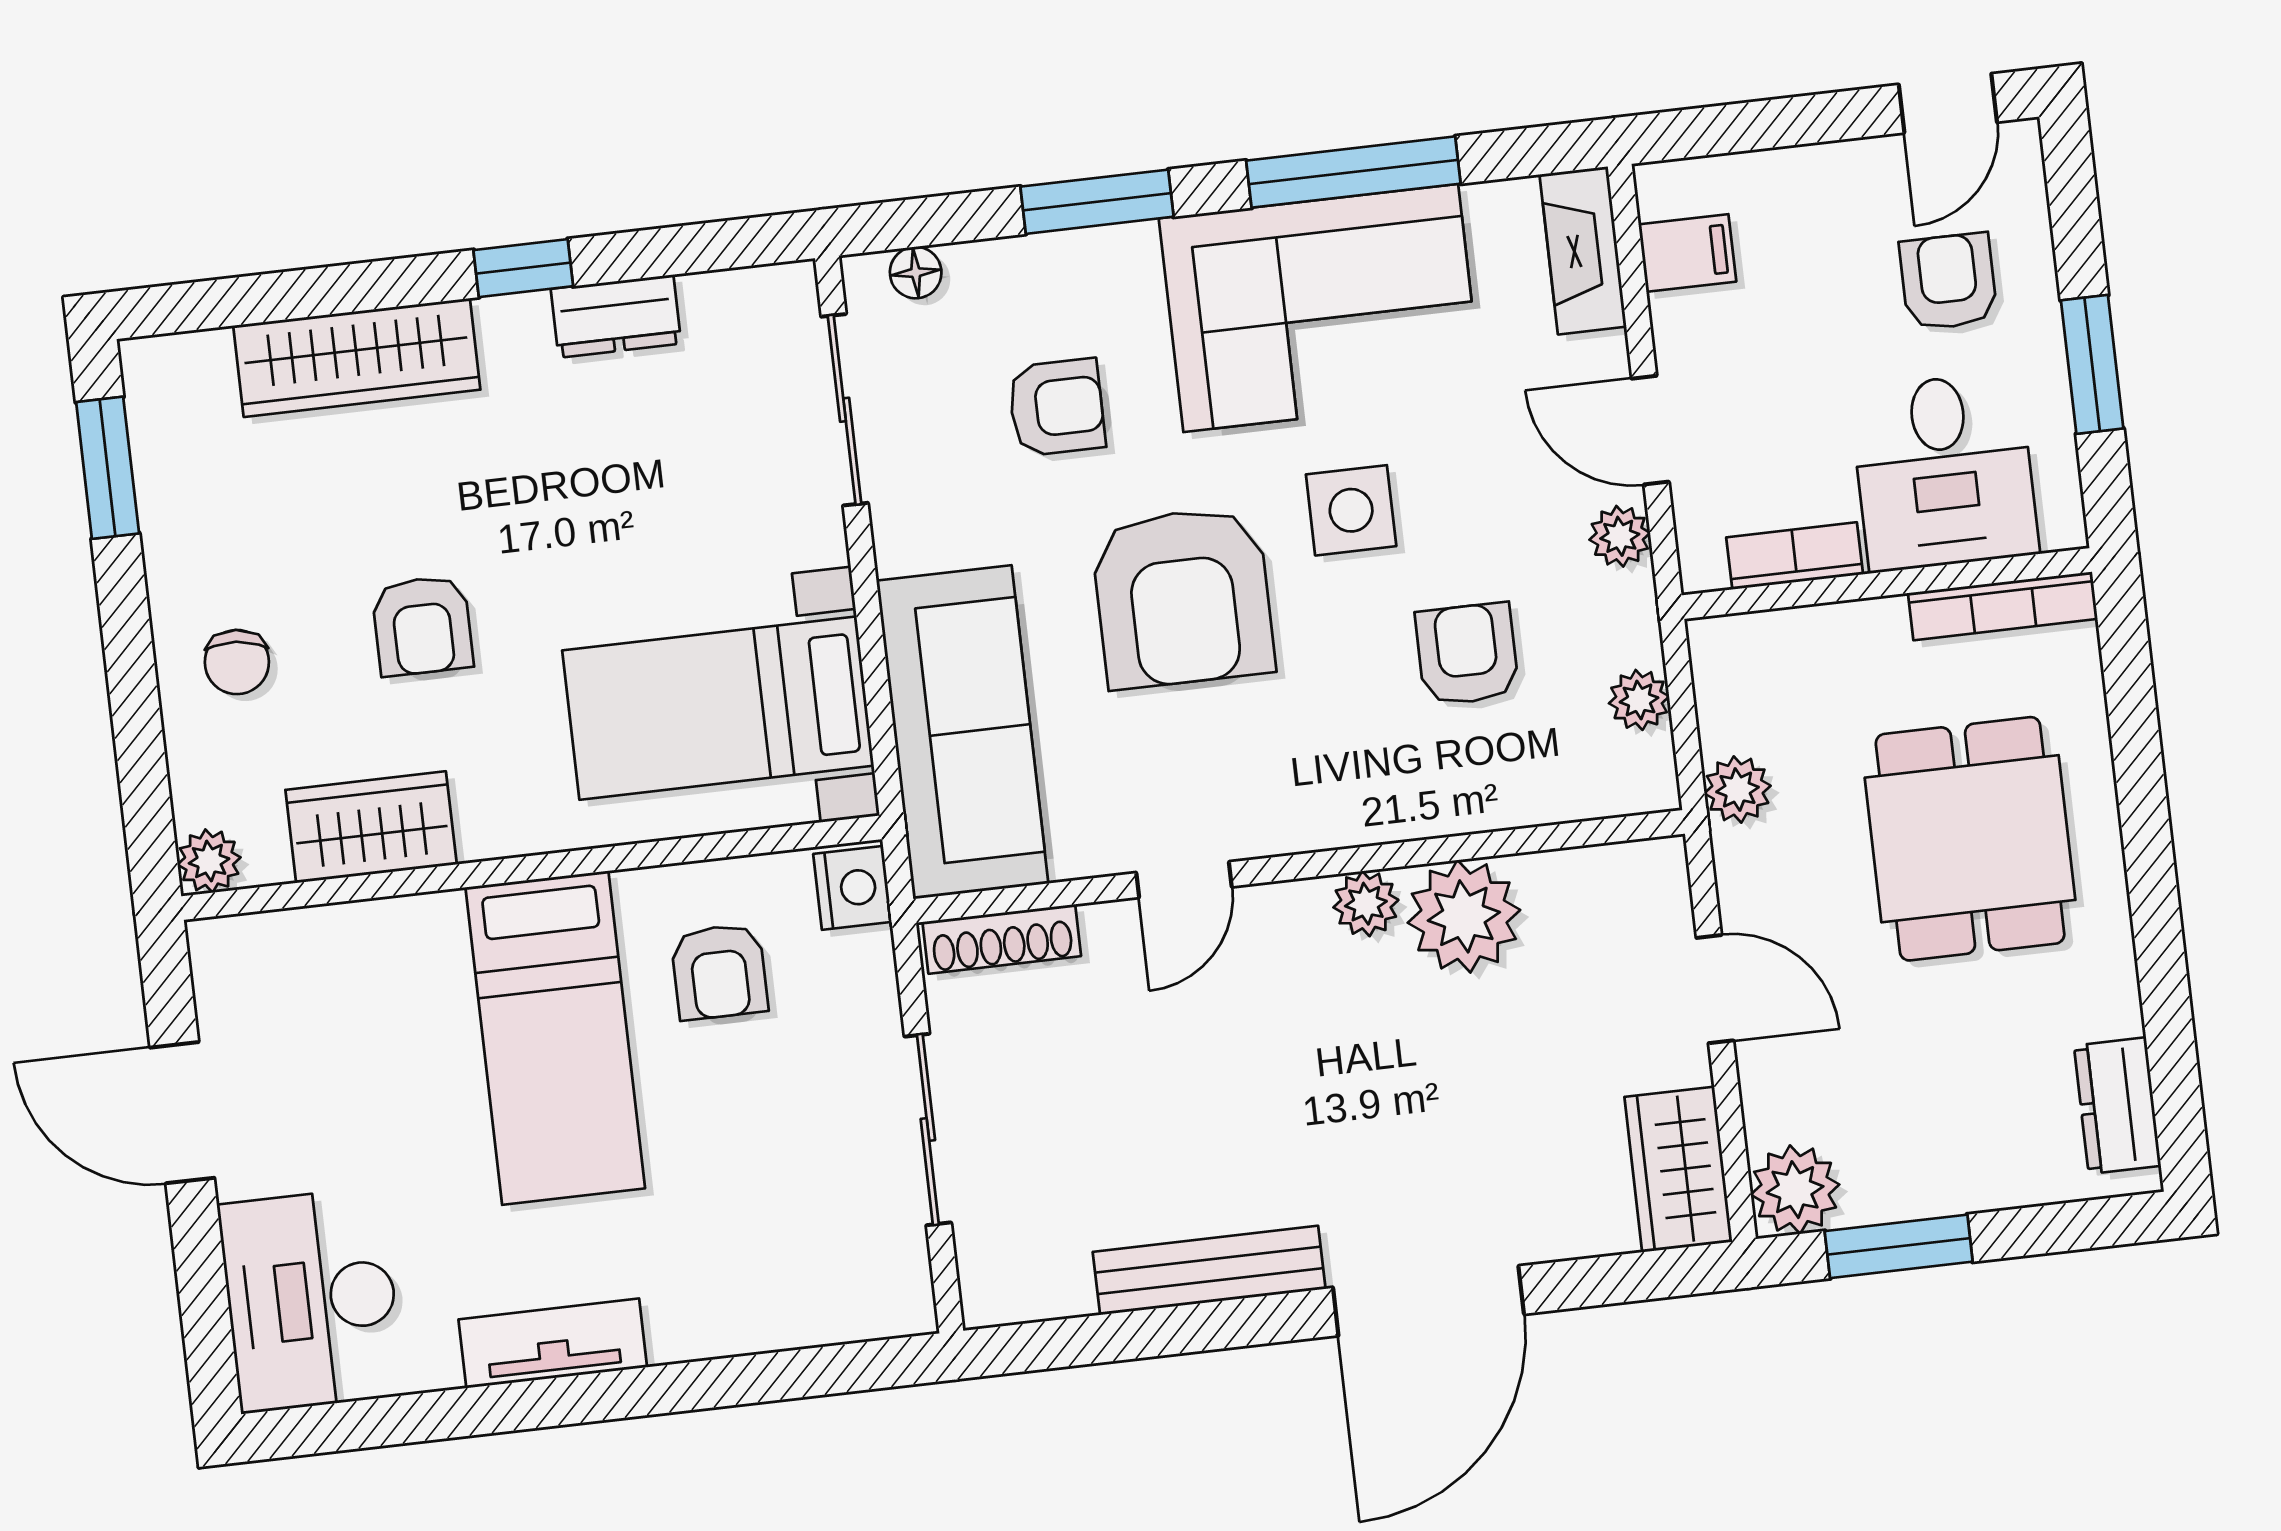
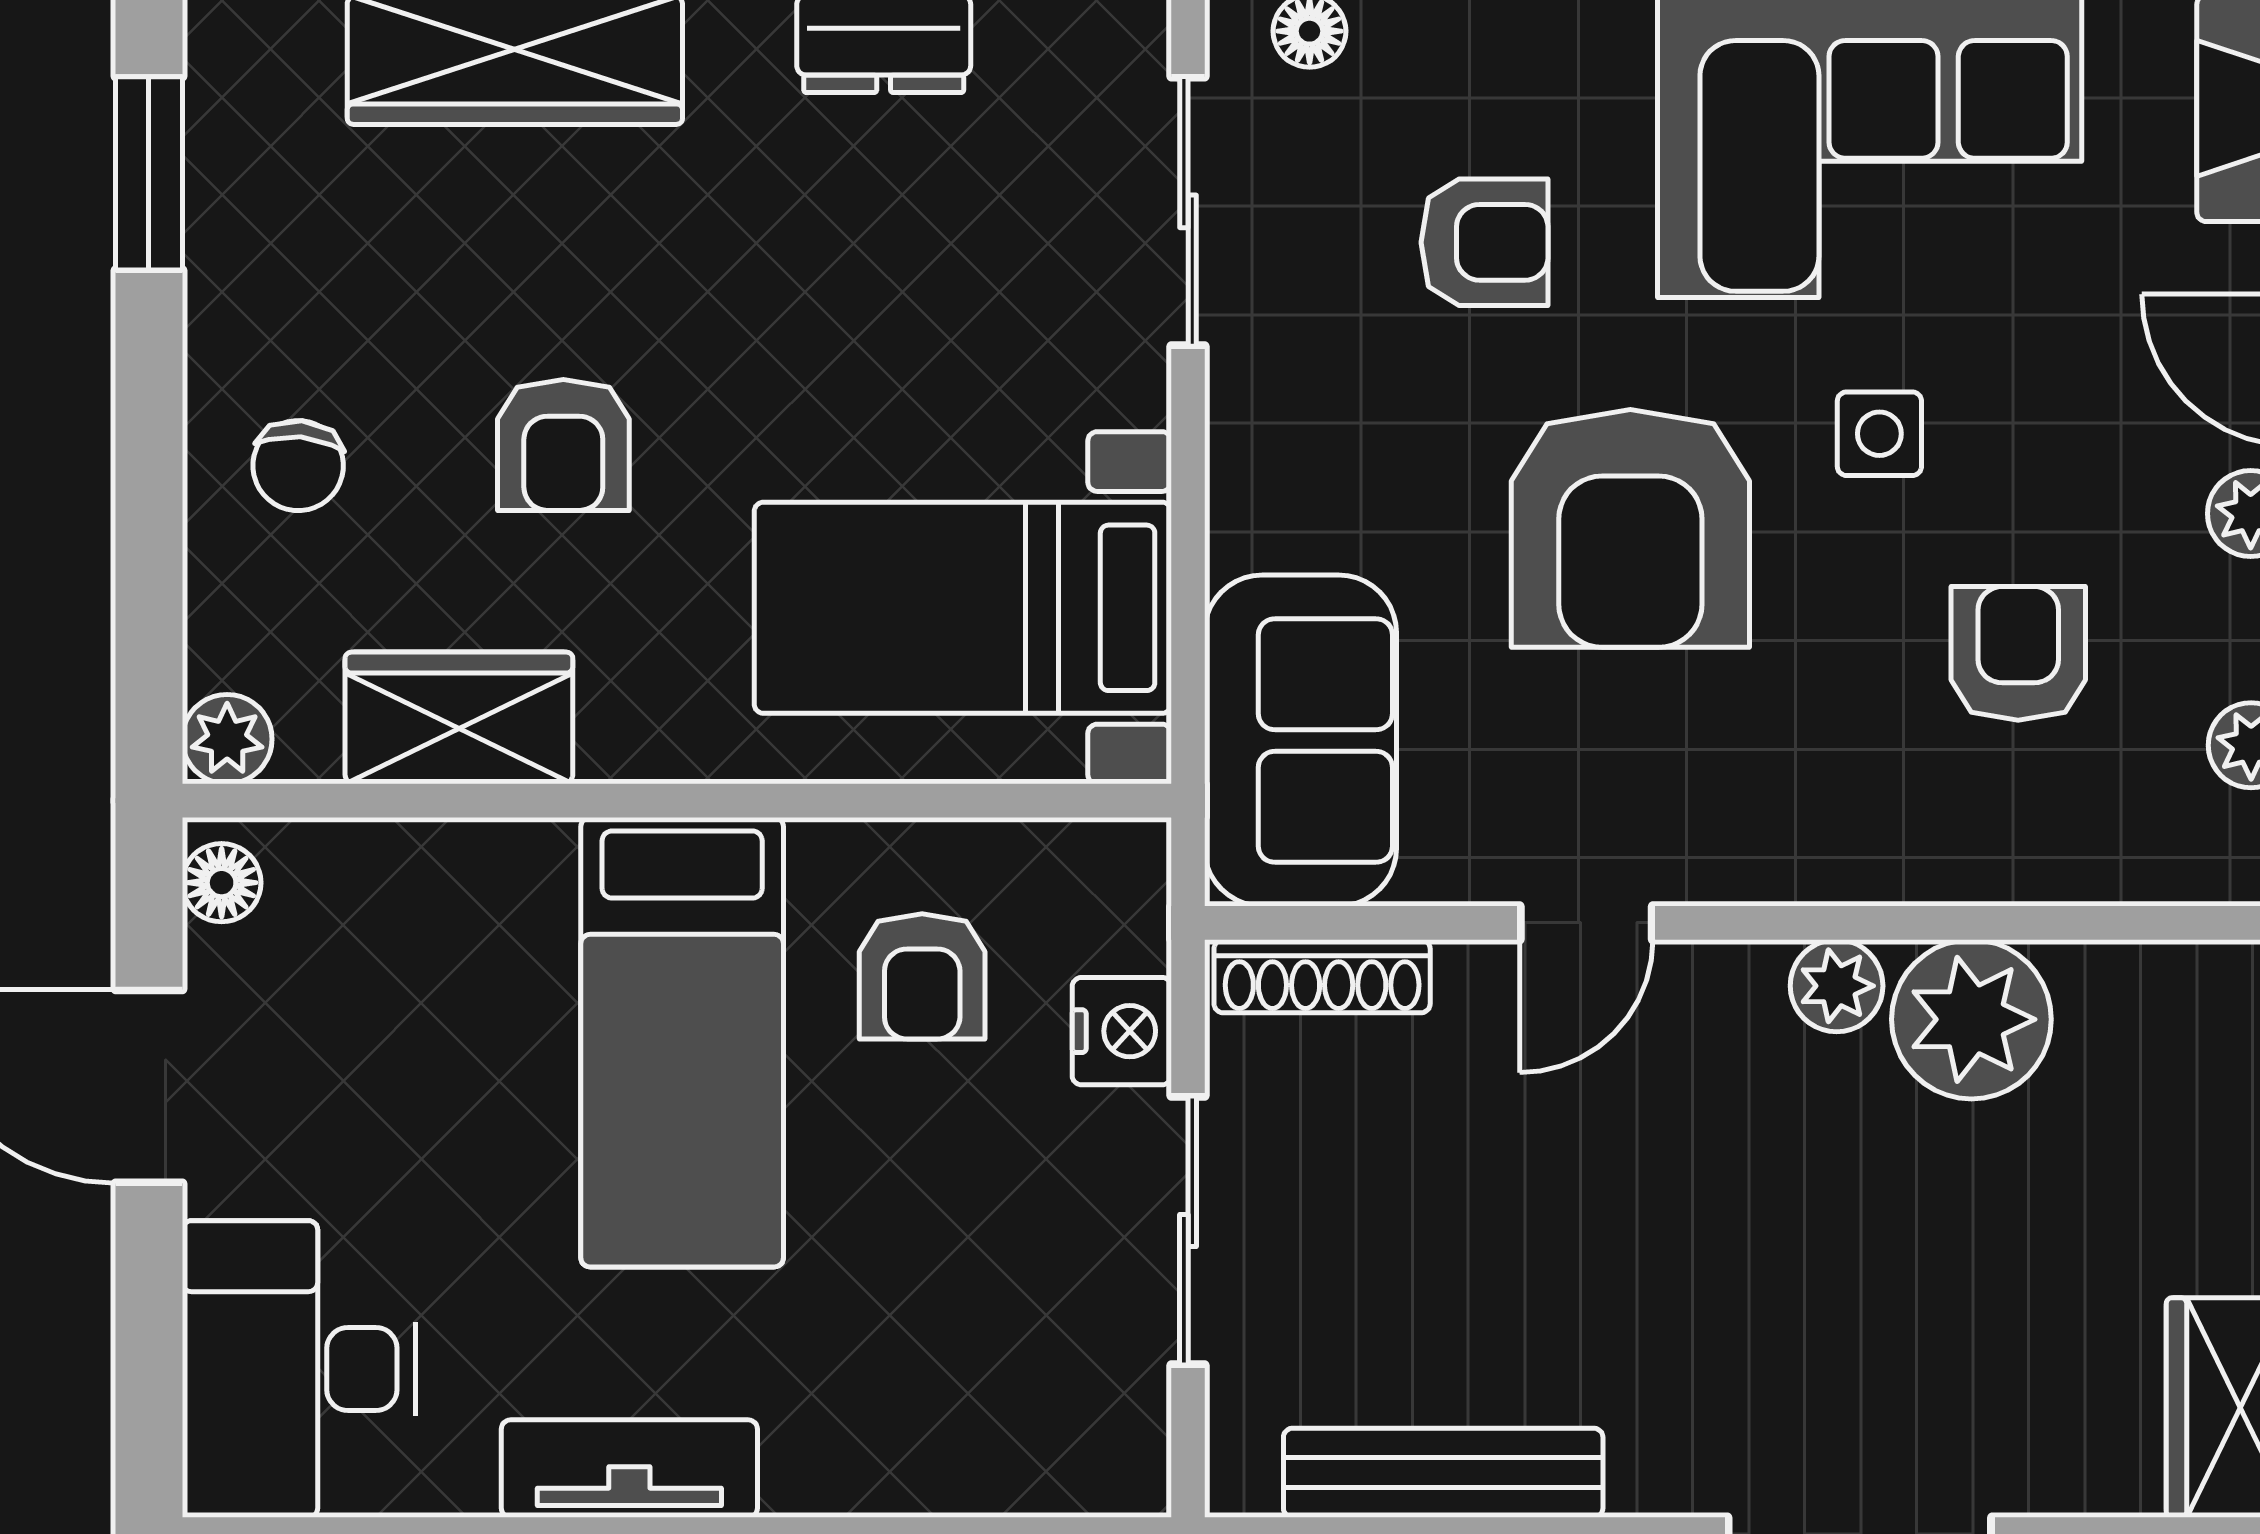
side table: (1351, 510) -> (1879, 434), width x0.73, depth x0.73
sofa: (962, 732) -> (1300, 741), width x0.73
nightstand: (853, 888) -> (1122, 1031), moved
floor lamp: (217, 963) -> (222, 883), added
bench: (1209, 1270) -> (1443, 1473), moved

